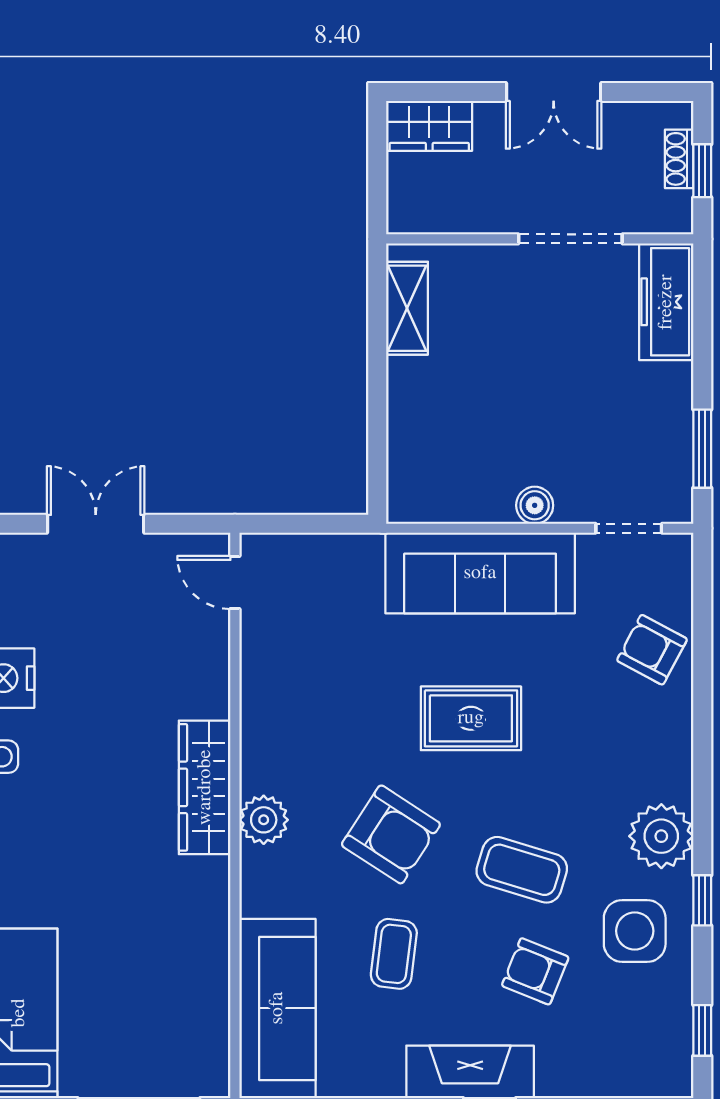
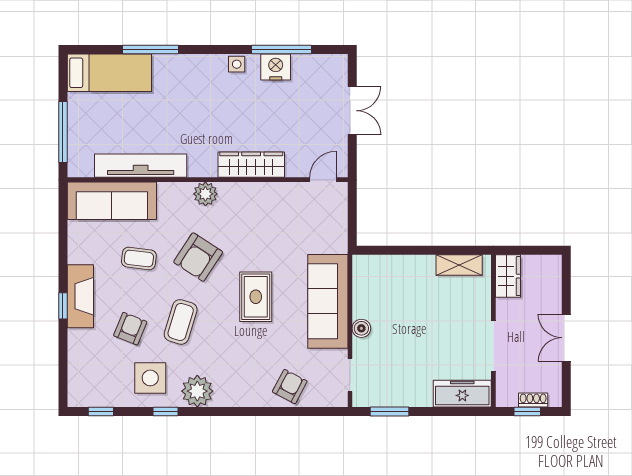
wardrobe: (429, 126) -> (508, 276), moved, turned 180
wardrobe: (205, 787) -> (251, 165), moved
tv unit: (207, 950) -> (141, 166), added

